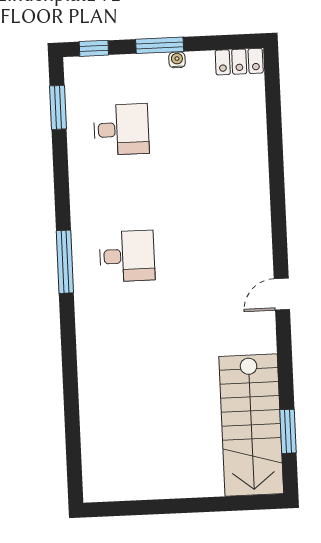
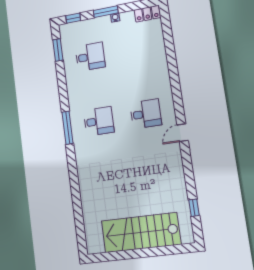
desk: (218, 252) -> (146, 114), added
stairs: (251, 425) -> (141, 233), moved, turned 90
window: (288, 431) -> (194, 208), width x0.67

